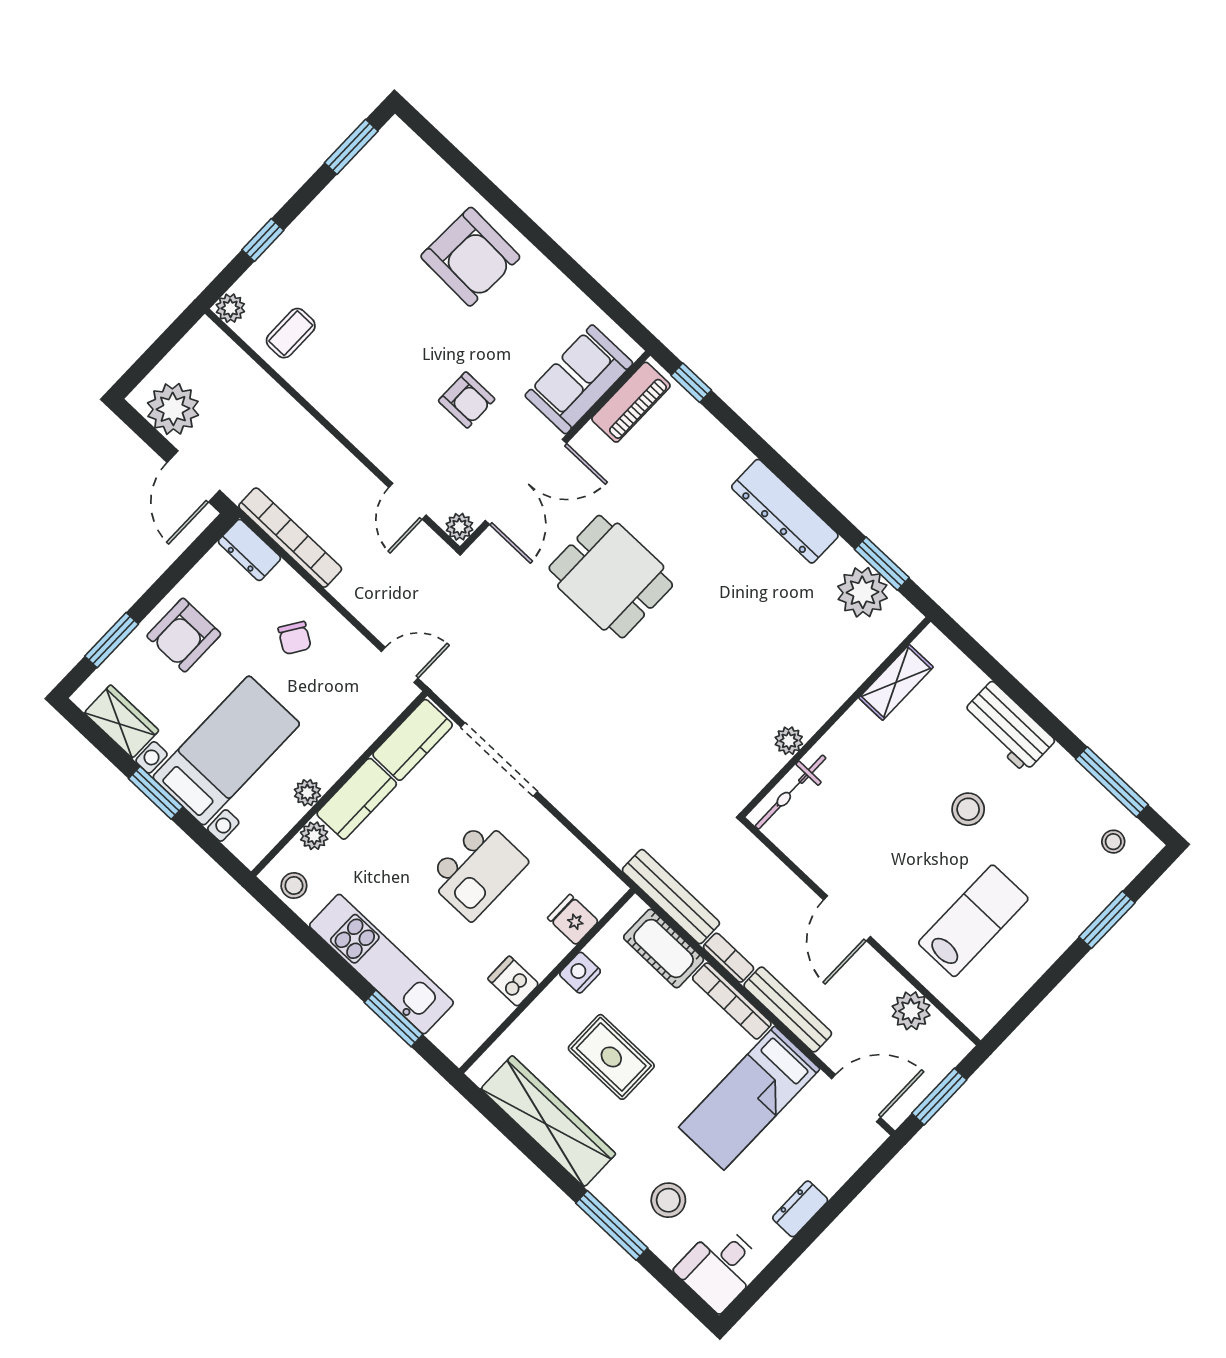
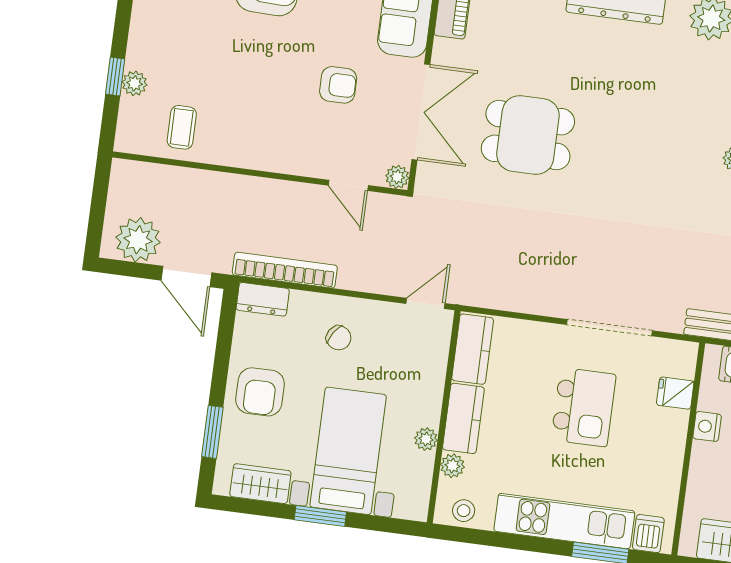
plant: (230, 308) -> (135, 83), moved
doorway: (499, 759) -> (609, 328), moved
dishwasher: (513, 981) -> (648, 534), moved, turned 90

